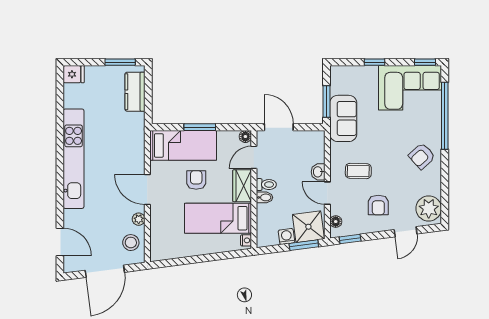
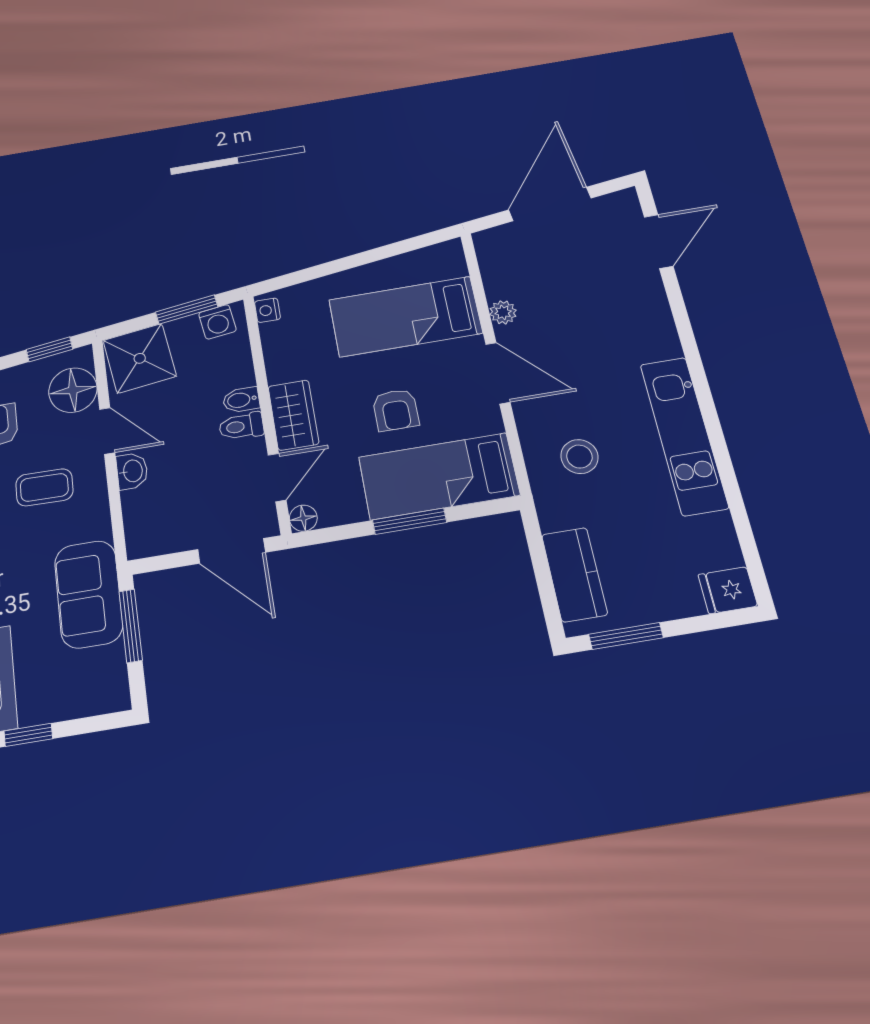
kitchen unit: (74, 159) -> (684, 435), width x0.73
bed: (218, 218) -> (405, 317), moved, turned 180
floor lamp: (336, 222) -> (73, 390), width x1.89, depth x1.89
washing machine: (286, 237) -> (217, 322), moved
door: (60, 242) -> (659, 241), swing flipped
stool: (131, 243) -> (579, 457), moved
window: (304, 245) -> (187, 310), moved

